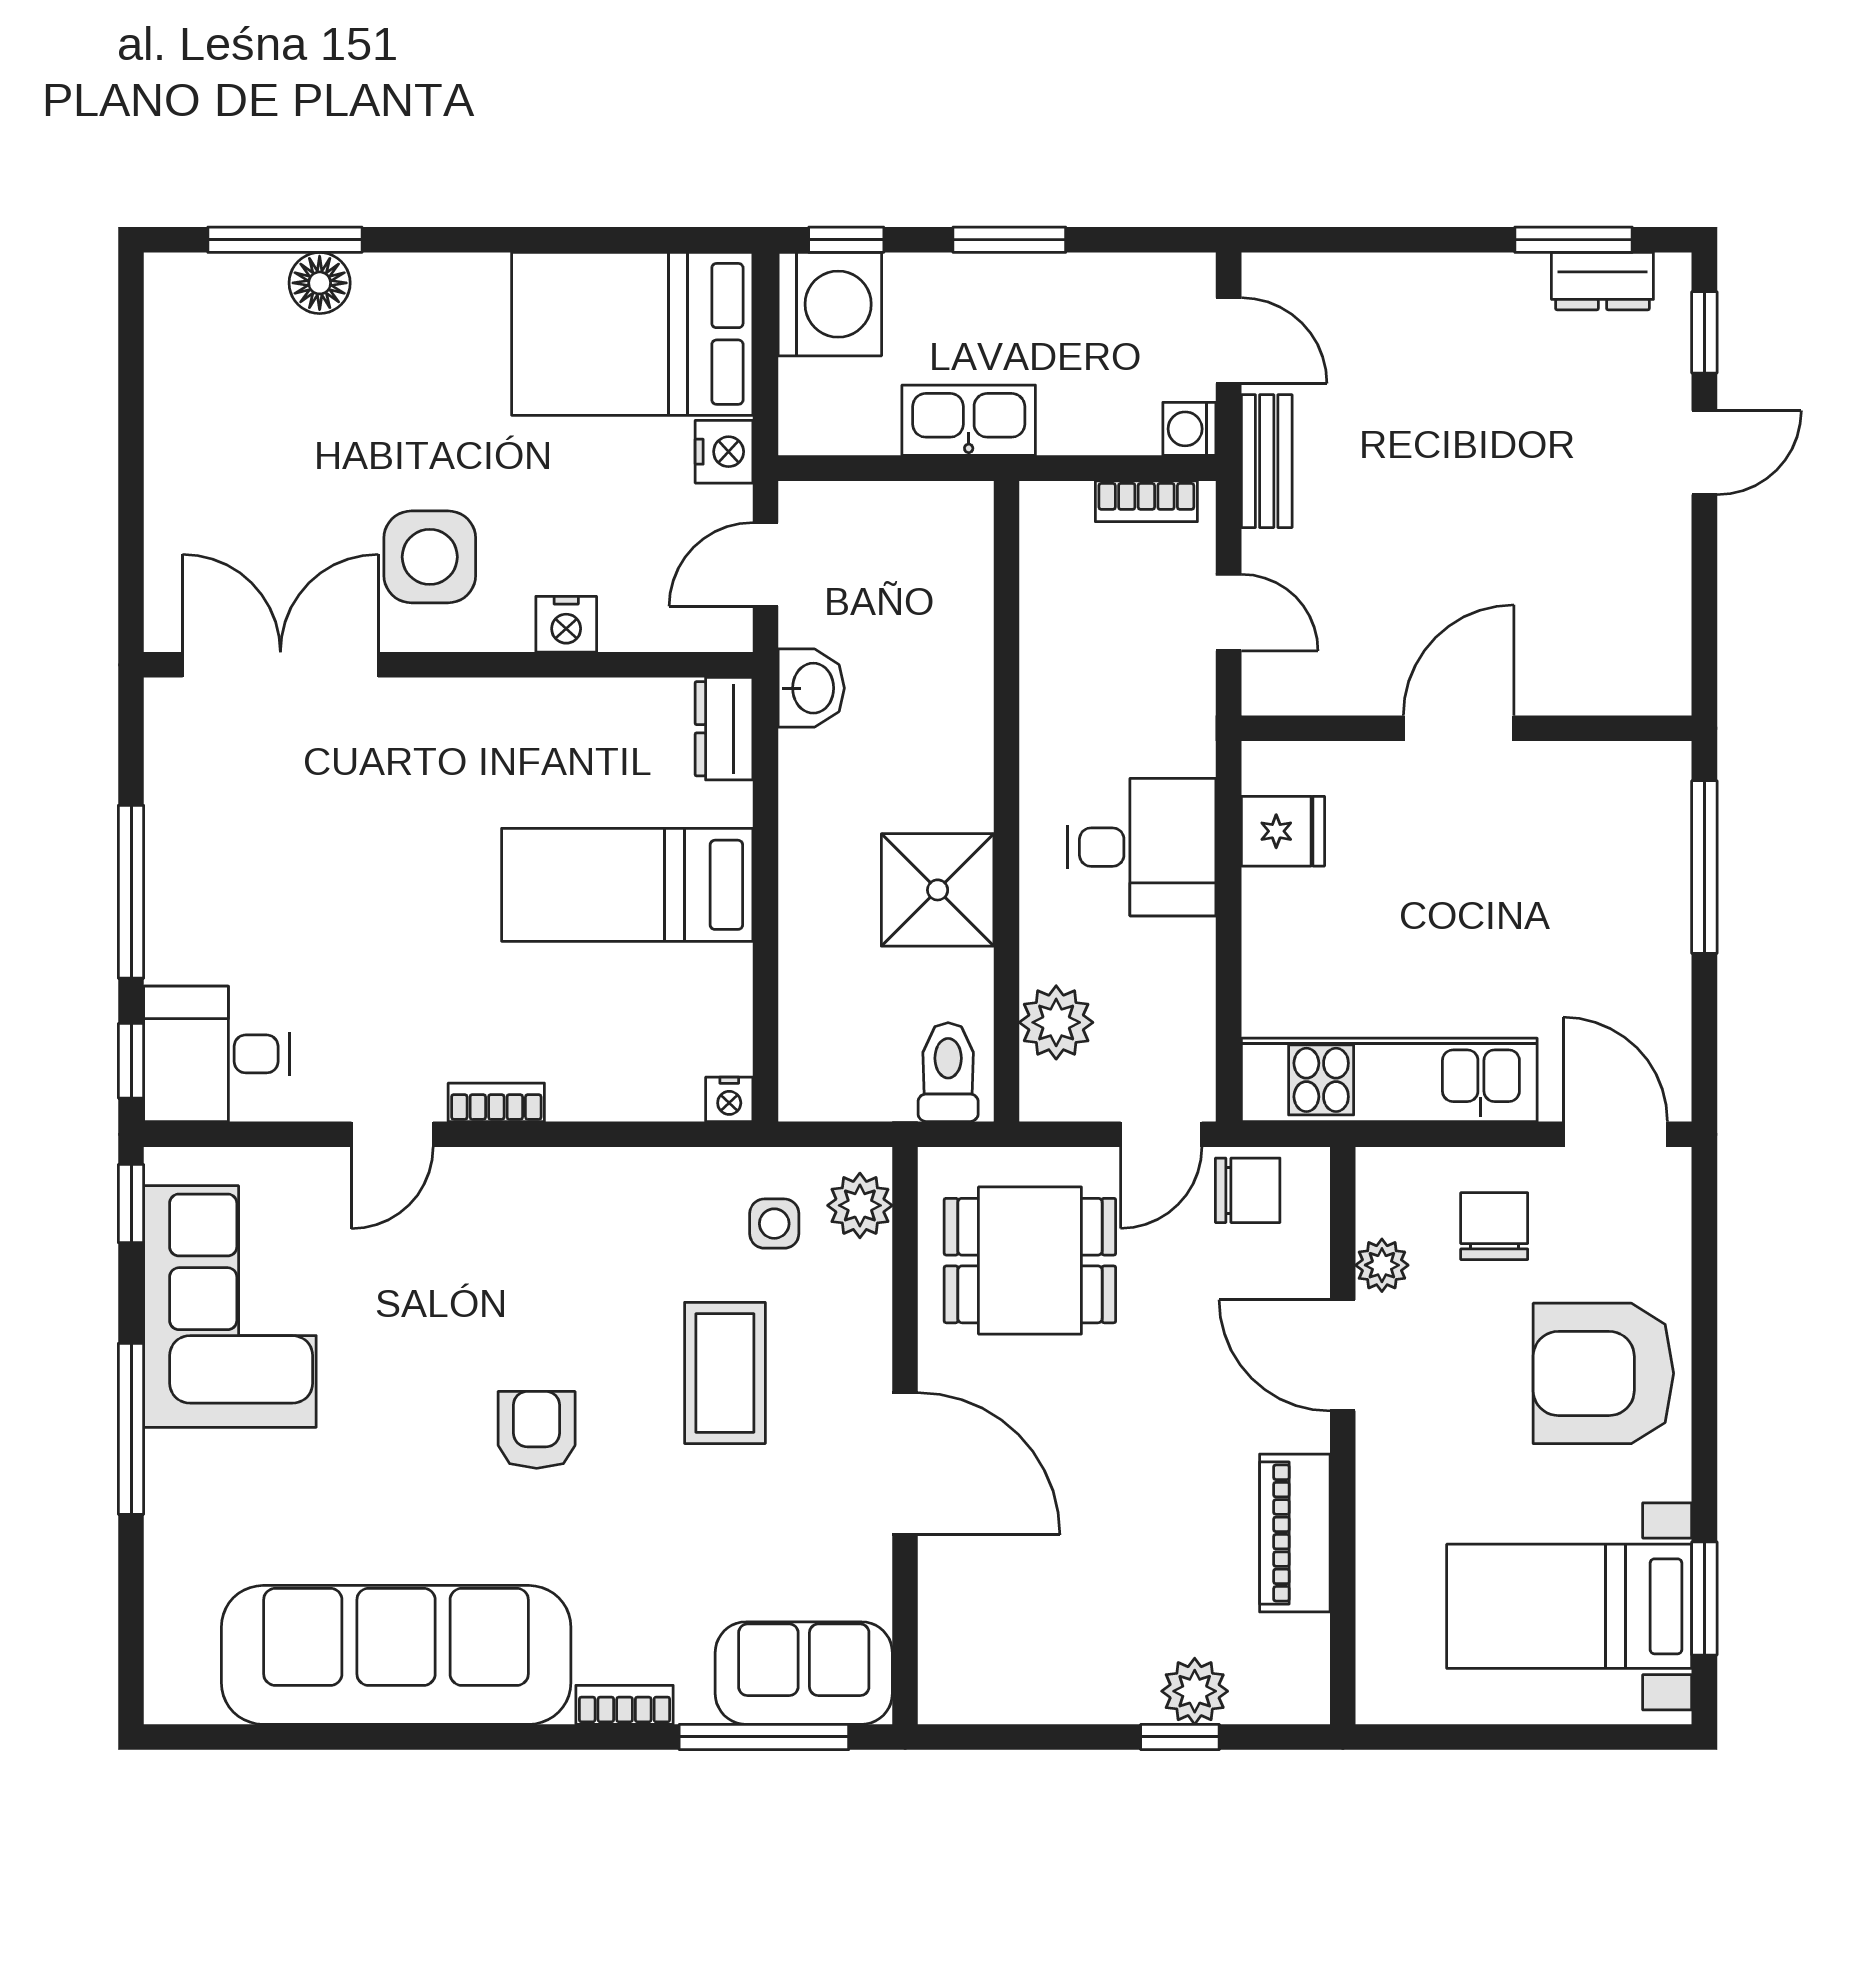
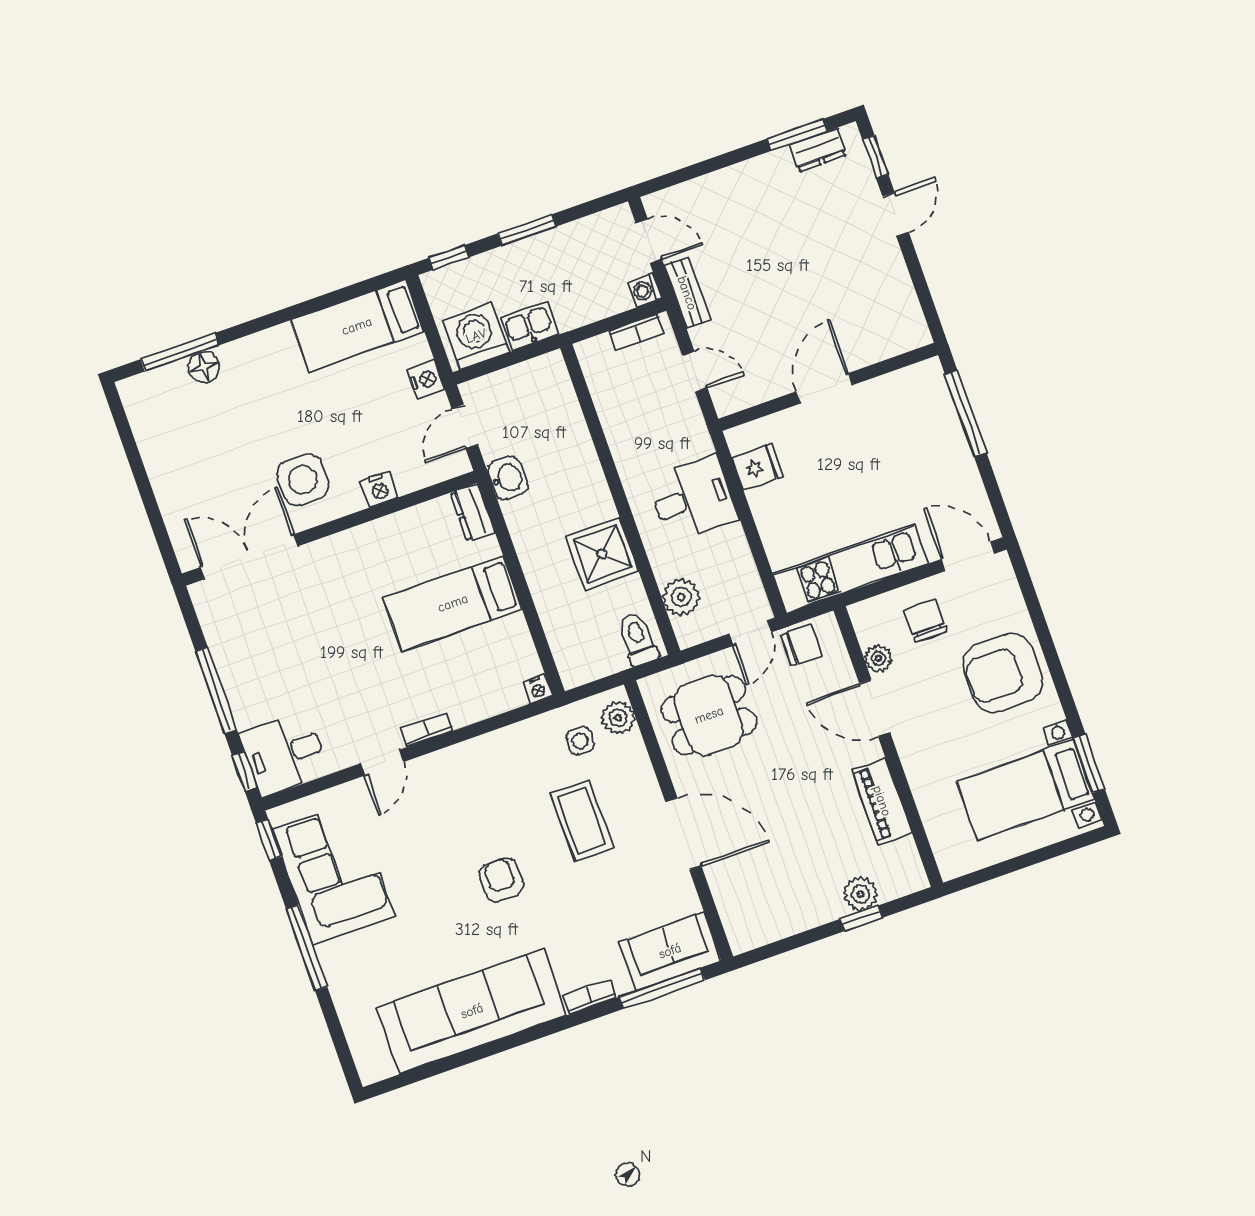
washing machine: (830, 304) -> (476, 336), moved, turned -90
bed: (632, 334) -> (357, 326), width x0.67
kitchen sink: (969, 420) -> (529, 326), width x0.73

